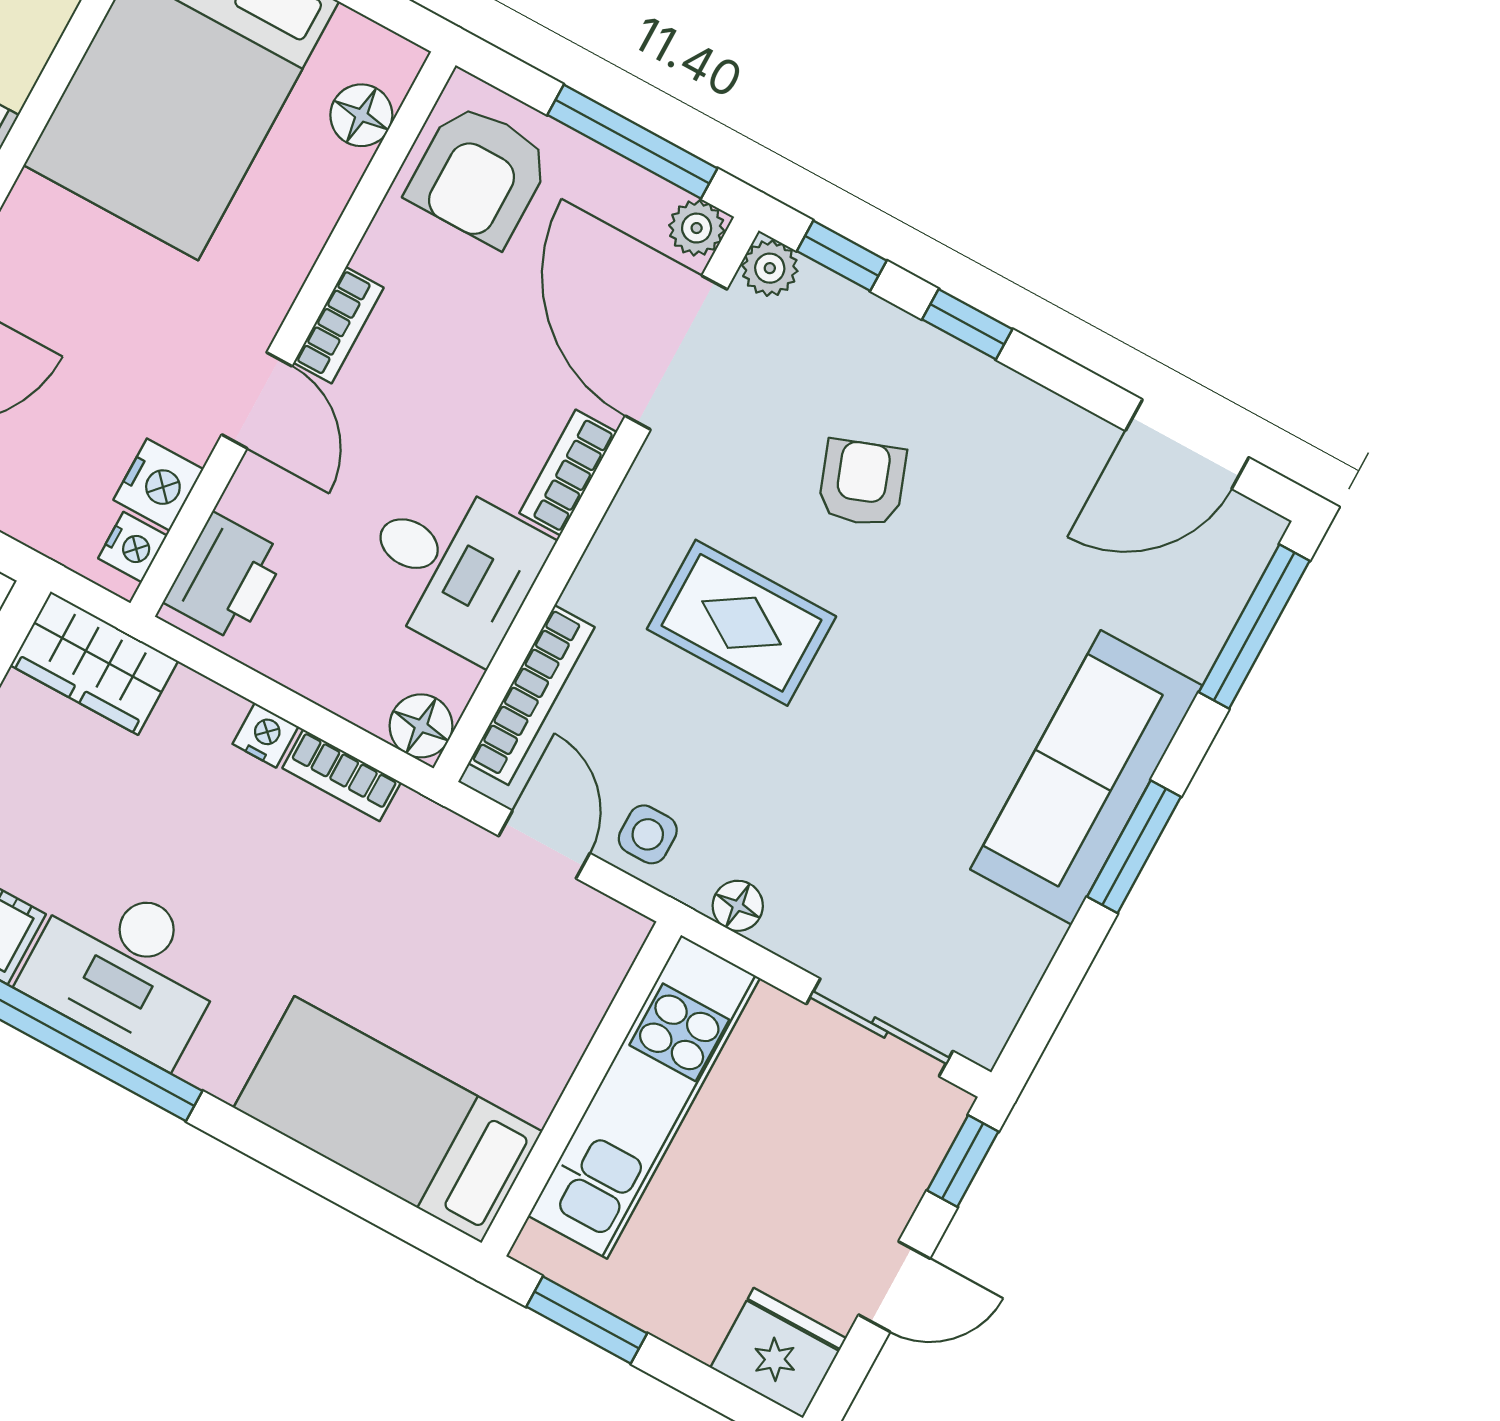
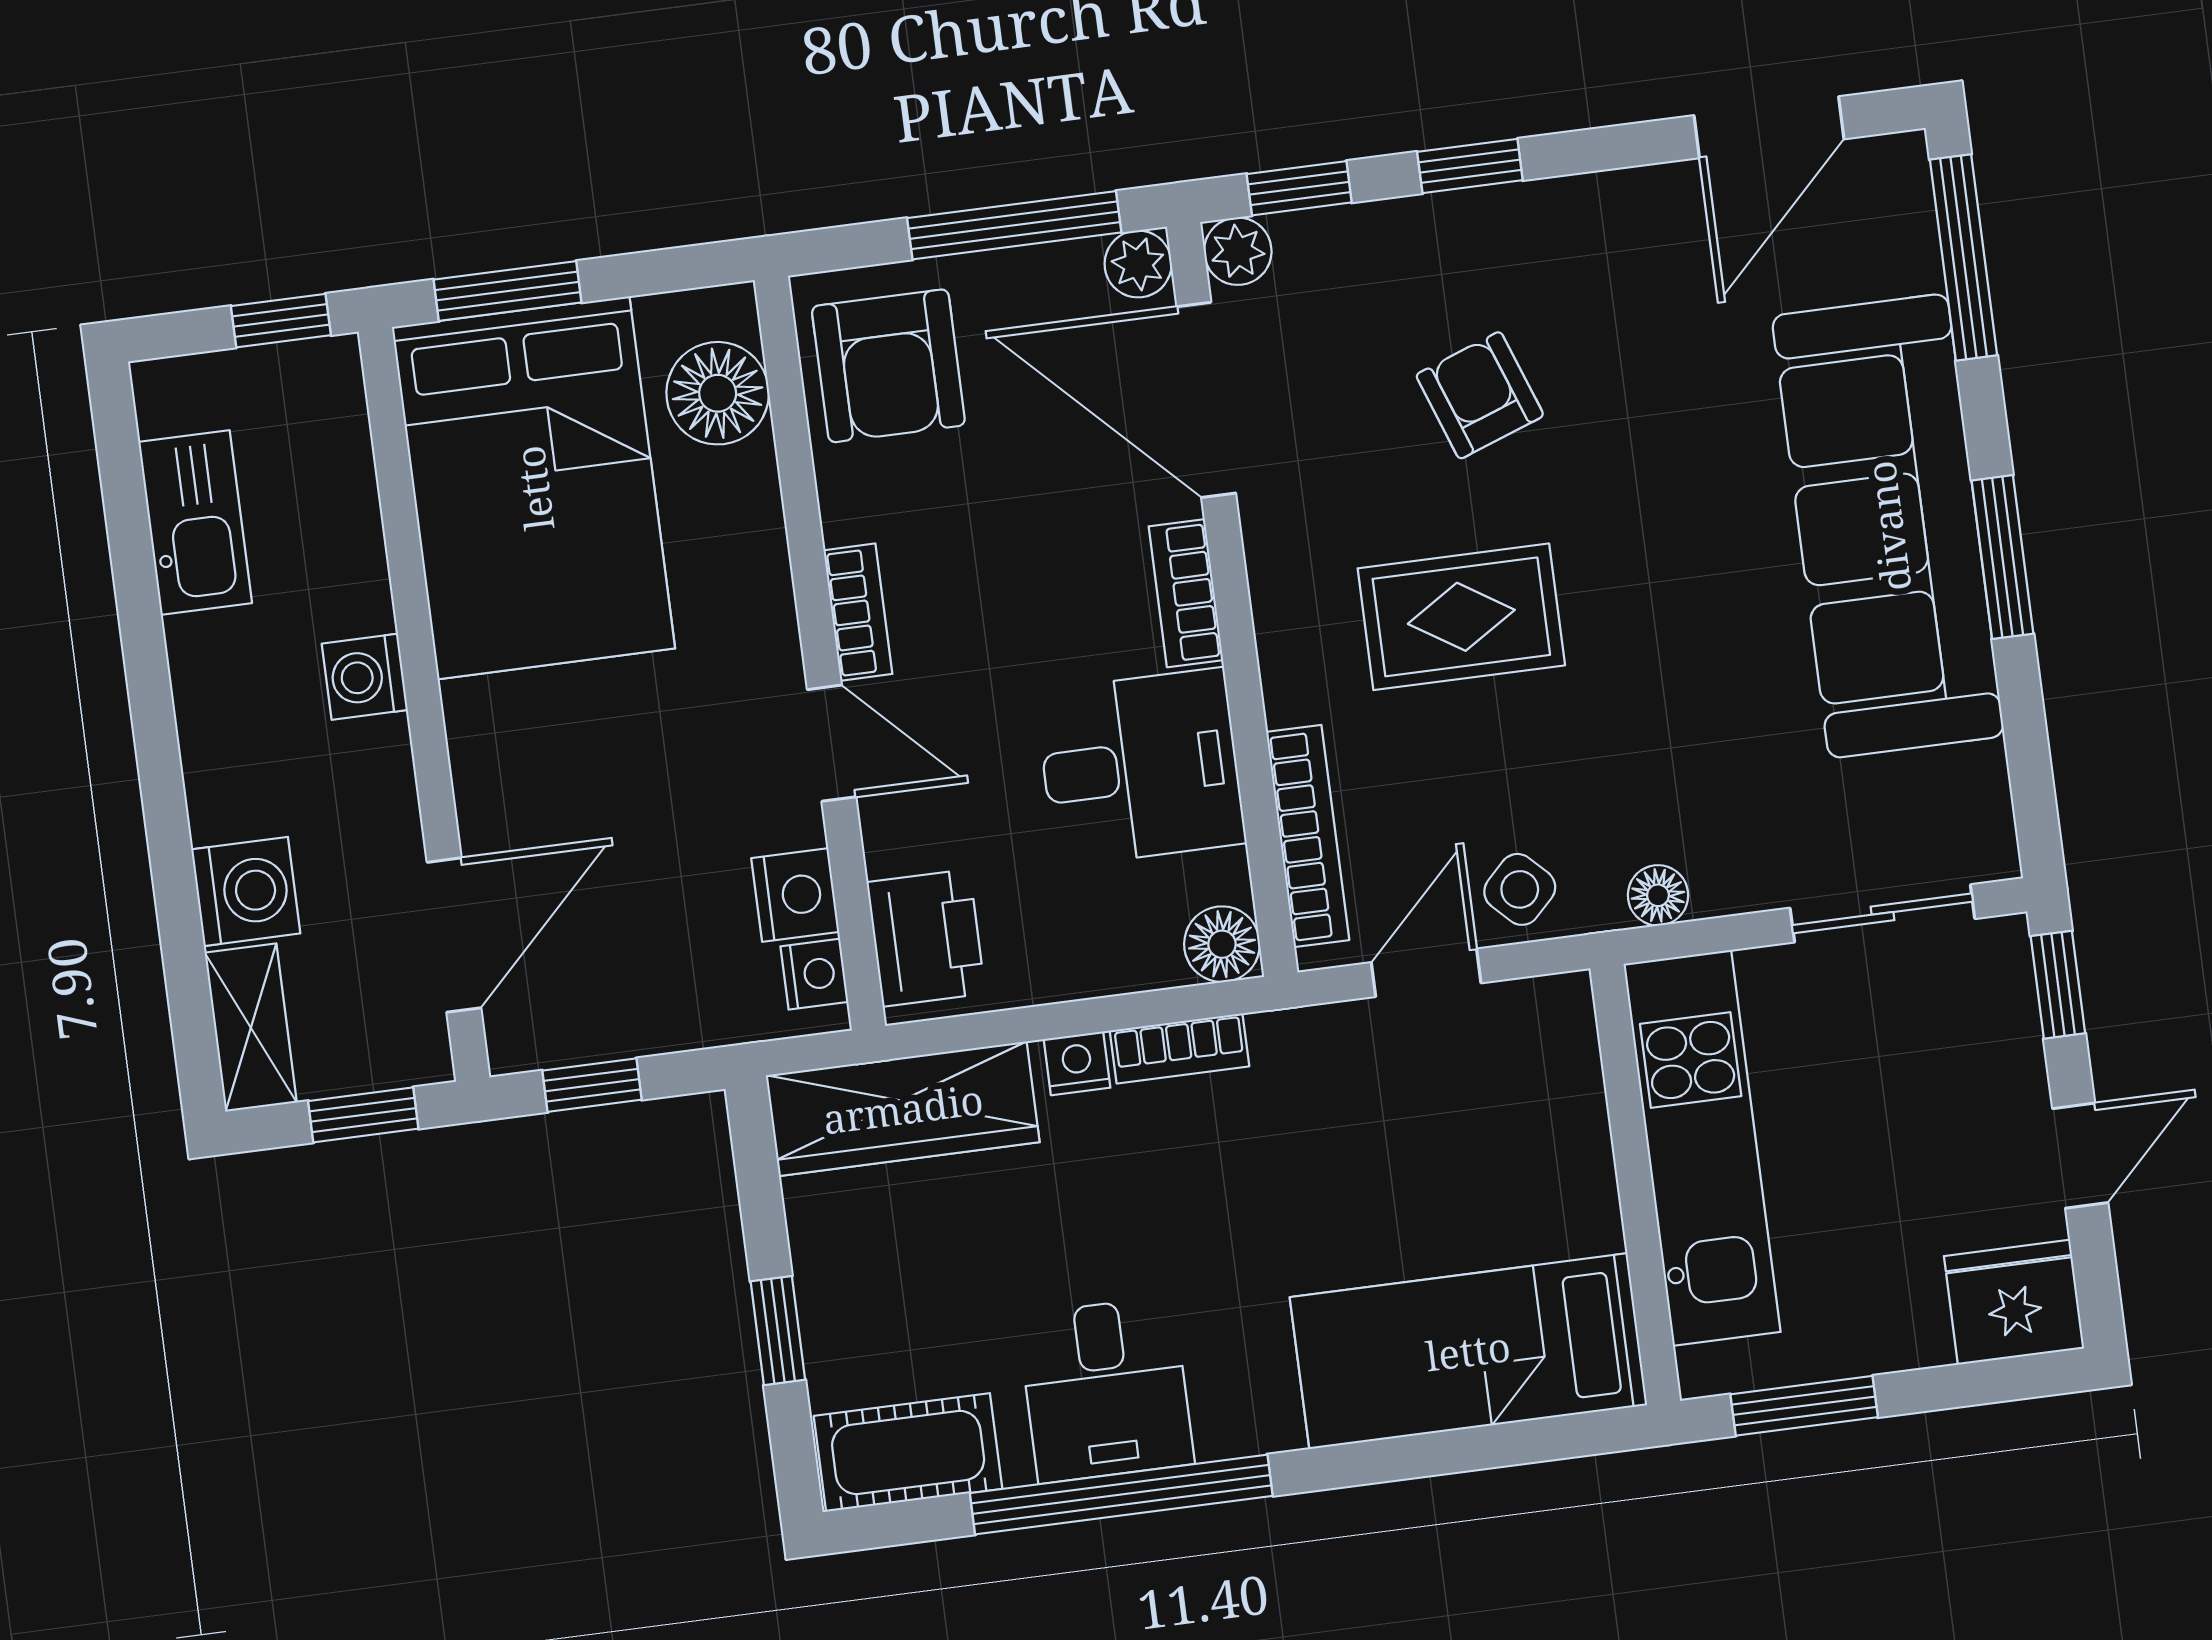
floor lamp: (361, 115) -> (718, 393), width x1.38, depth x1.38
wardrobe: (94, 663) -> (903, 1109), width x1.50
sofa: (1086, 777) -> (1888, 526), width x1.36, depth x1.27
side table: (648, 834) -> (1520, 889), turned 45
door: (544, 845) -> (1426, 973), hinge flipped
desk: (126, 968) -> (1106, 1389), width x0.73

